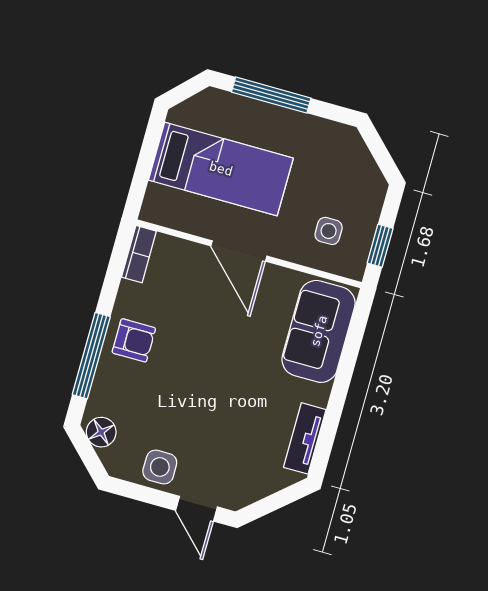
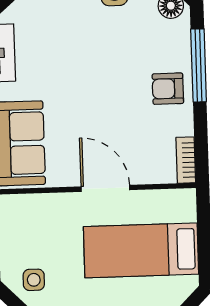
side table: (329, 231) -> (34, 280), moved

